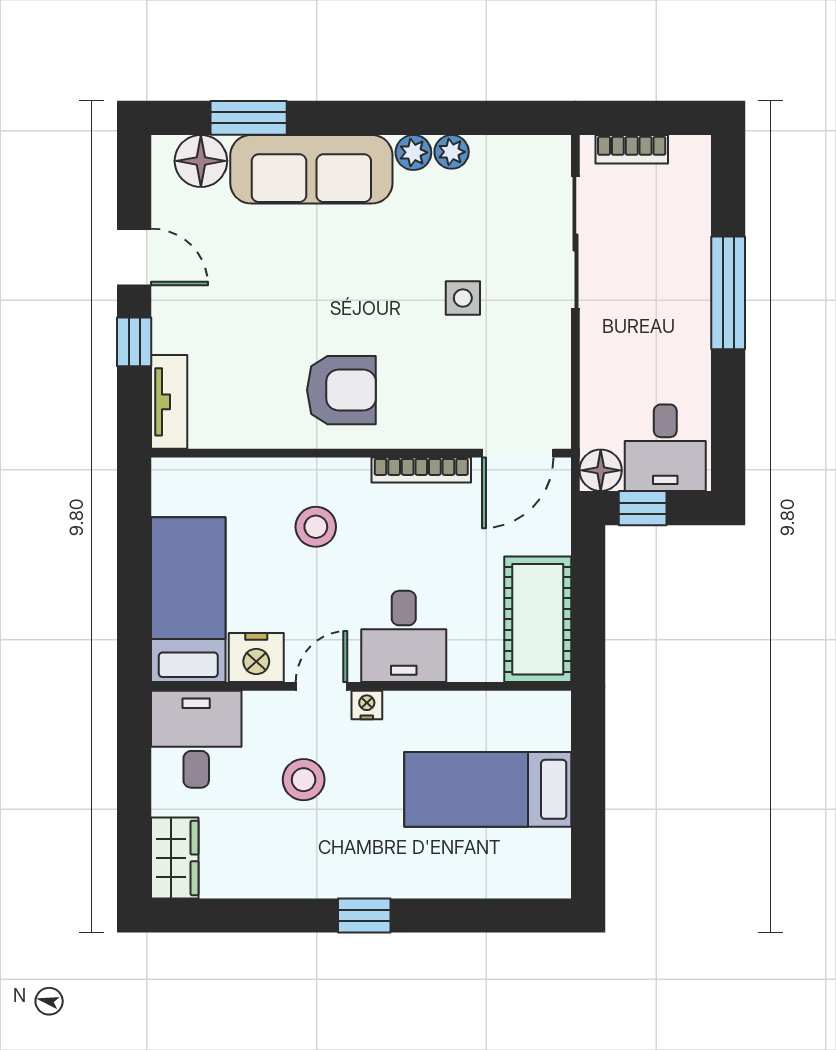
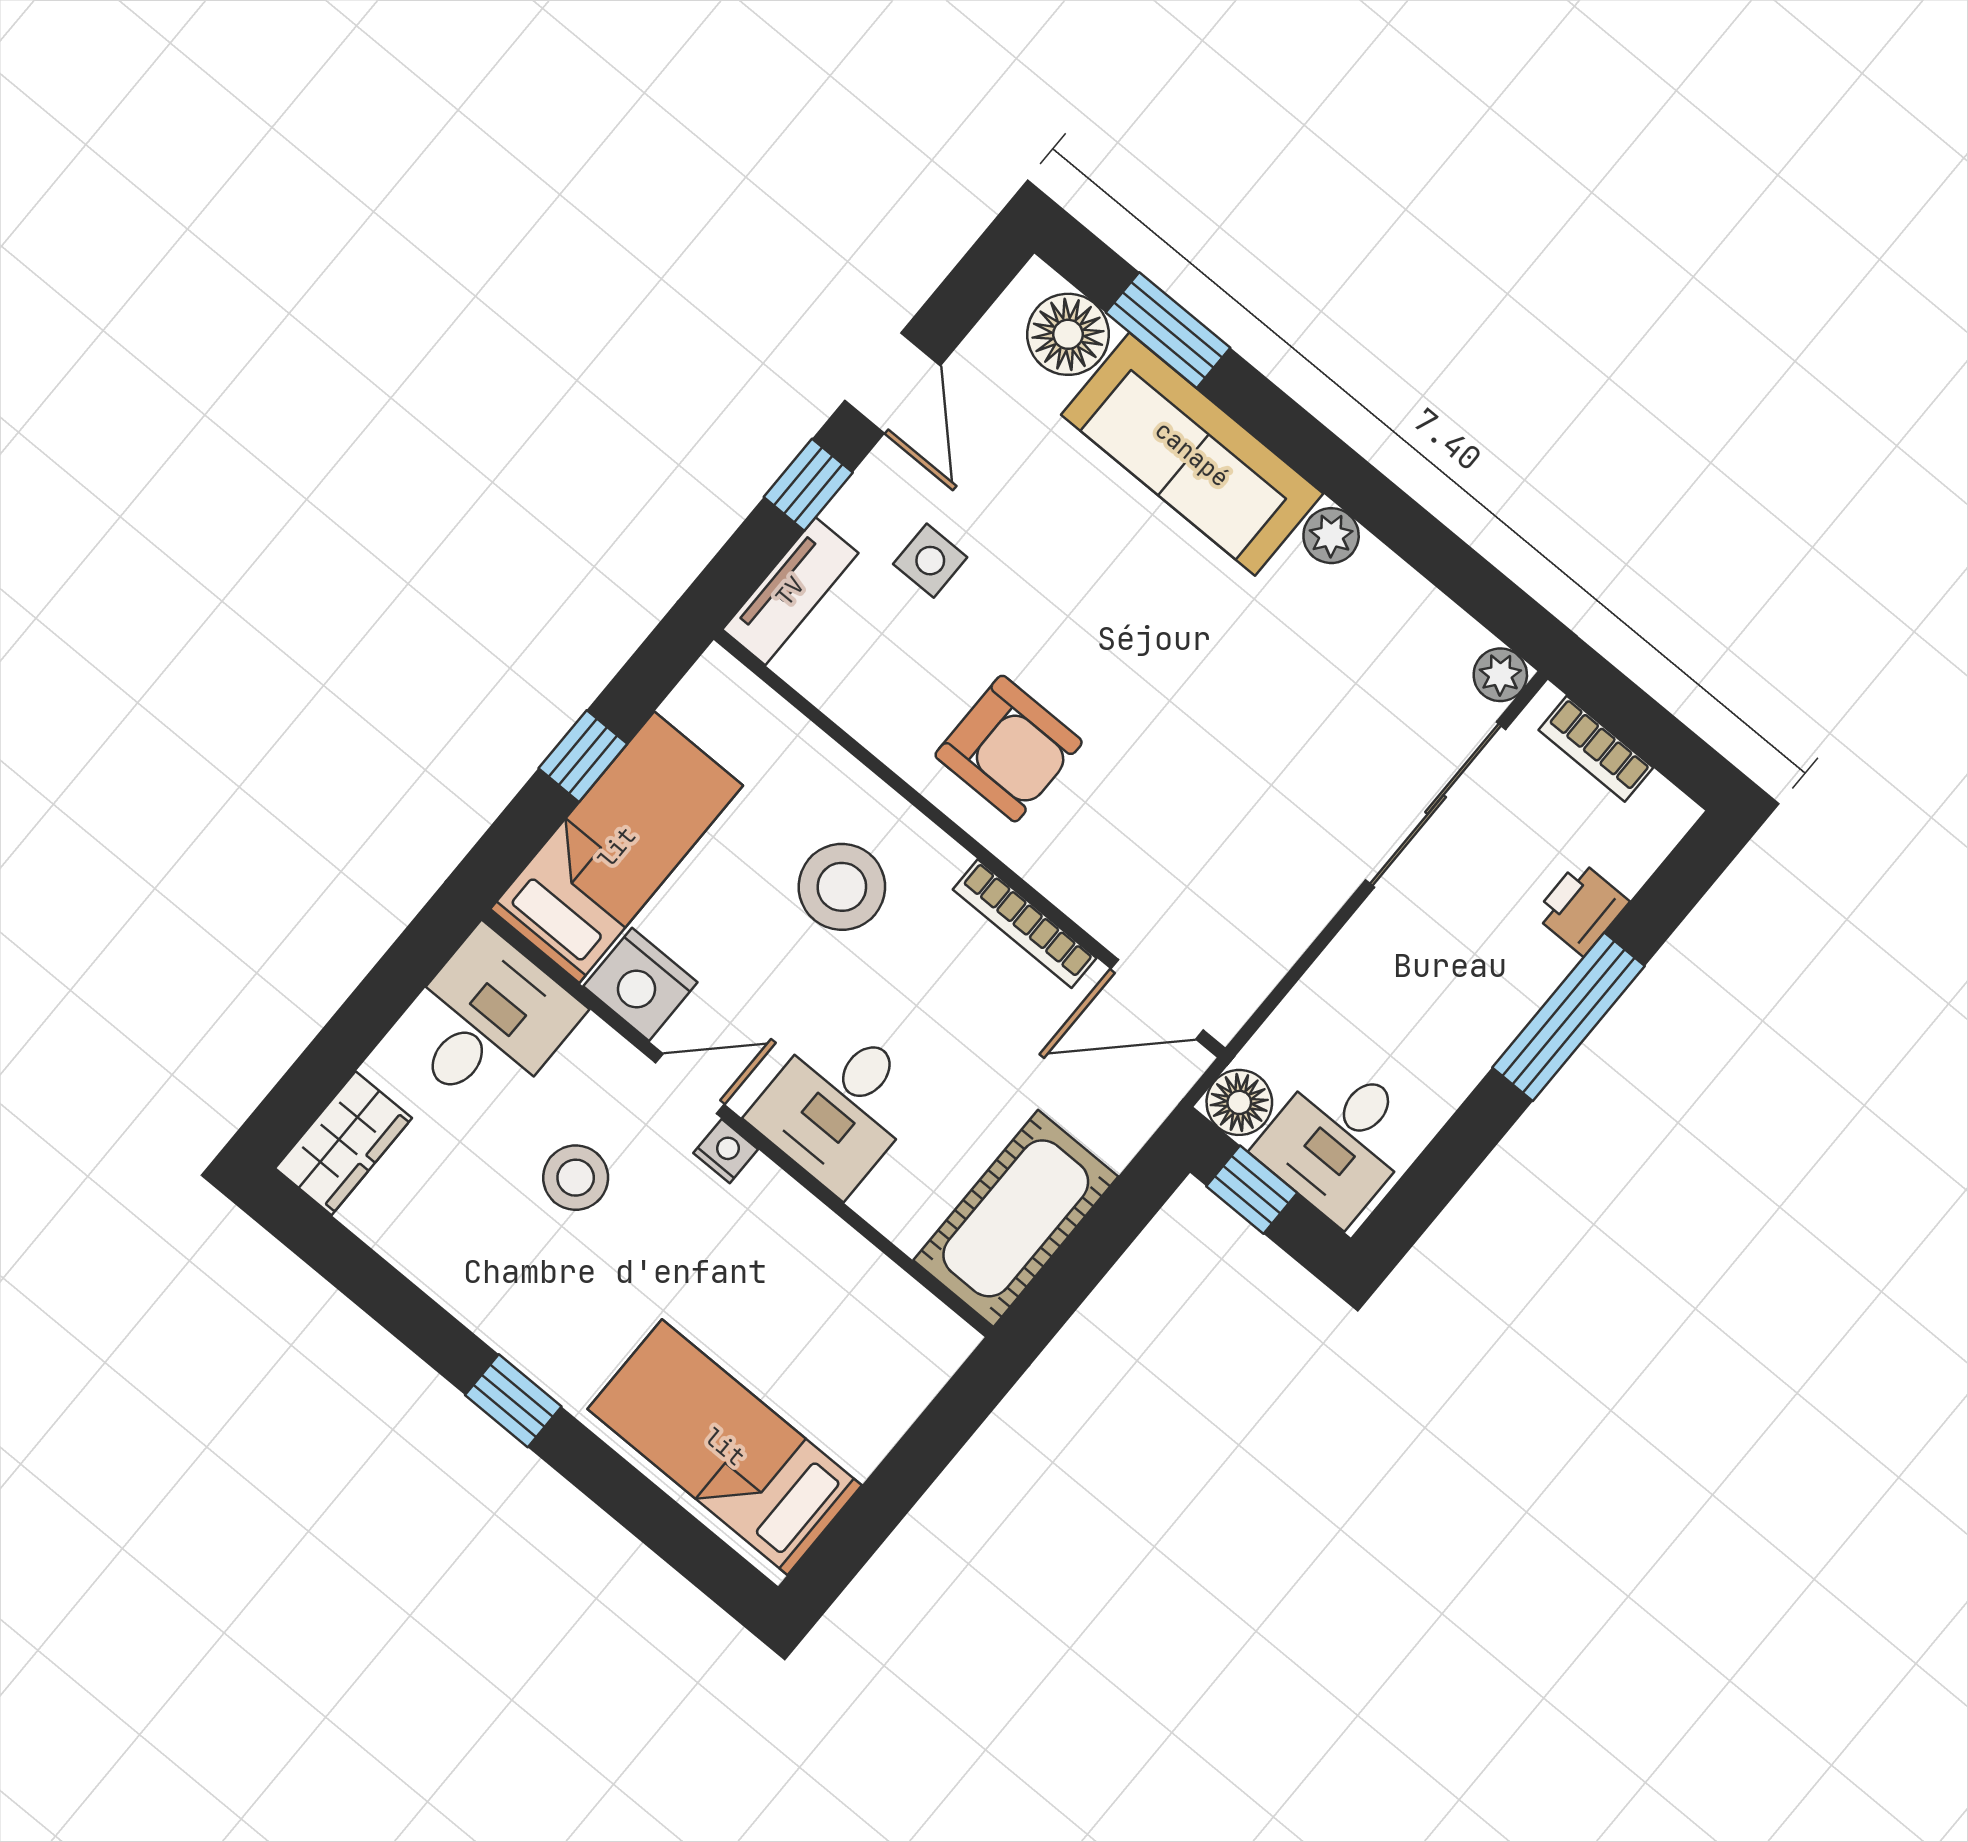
plant: (452, 152) -> (1500, 675), moved
printer: (690, 234) -> (1581, 908), added
side table: (463, 298) -> (930, 561), moved
stool: (316, 527) -> (842, 887), width x1.38, depth x1.38
window: (134, 568) -> (583, 756), added
bed: (488, 789) -> (725, 1447), moved

